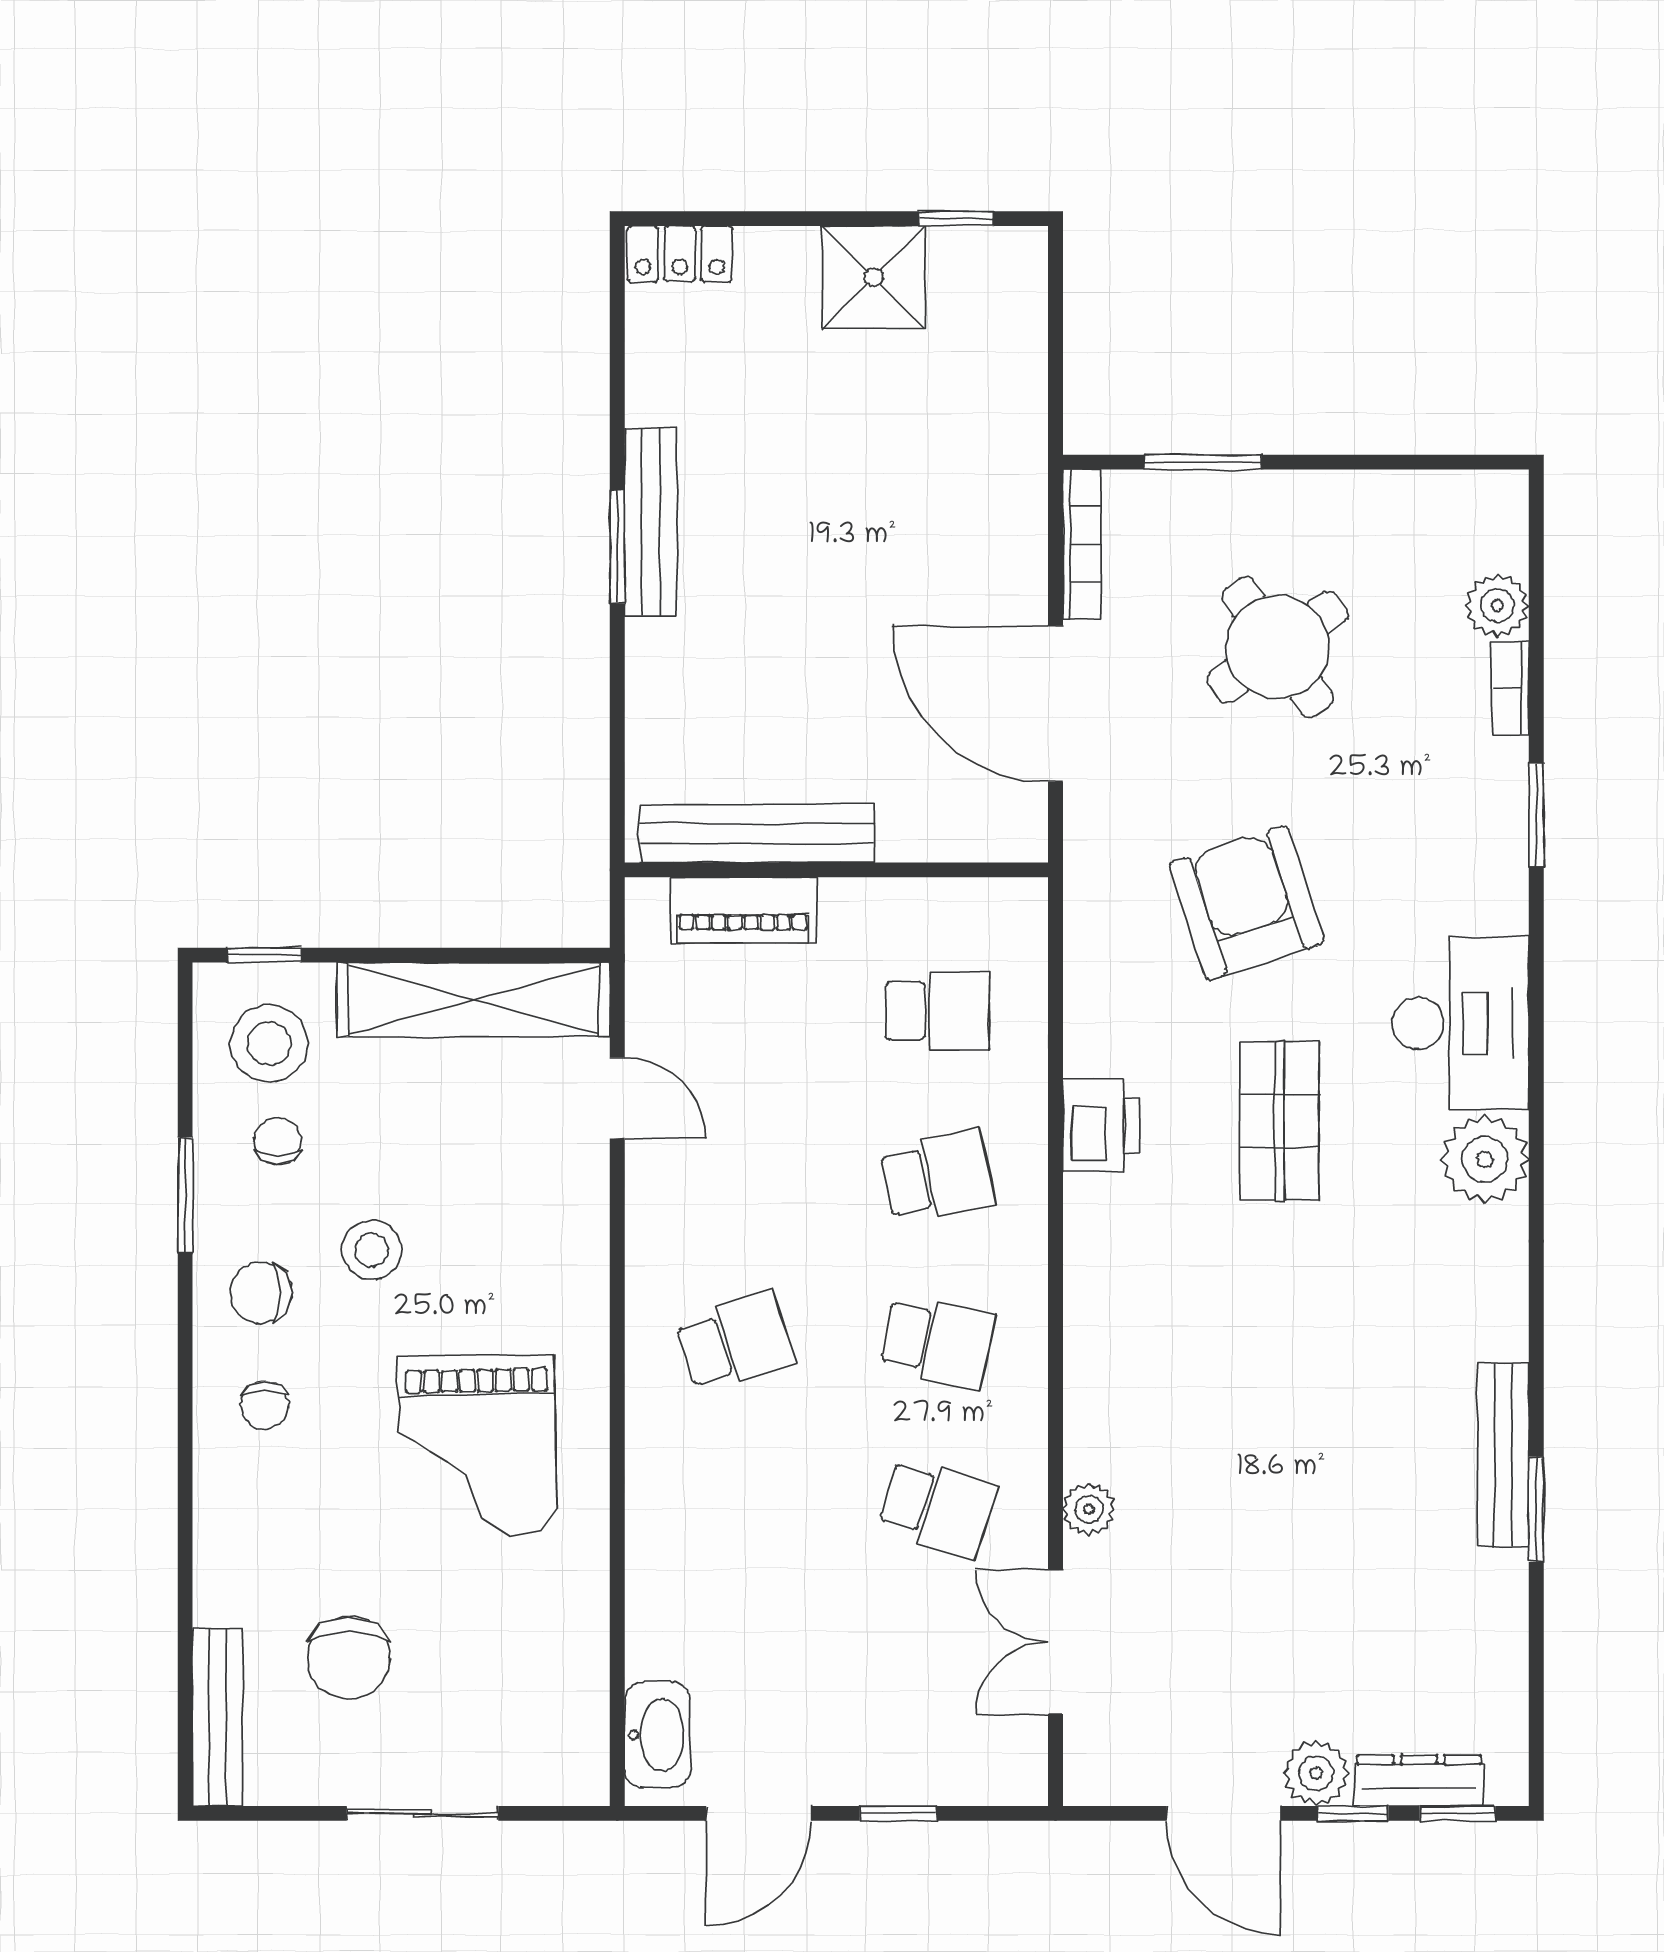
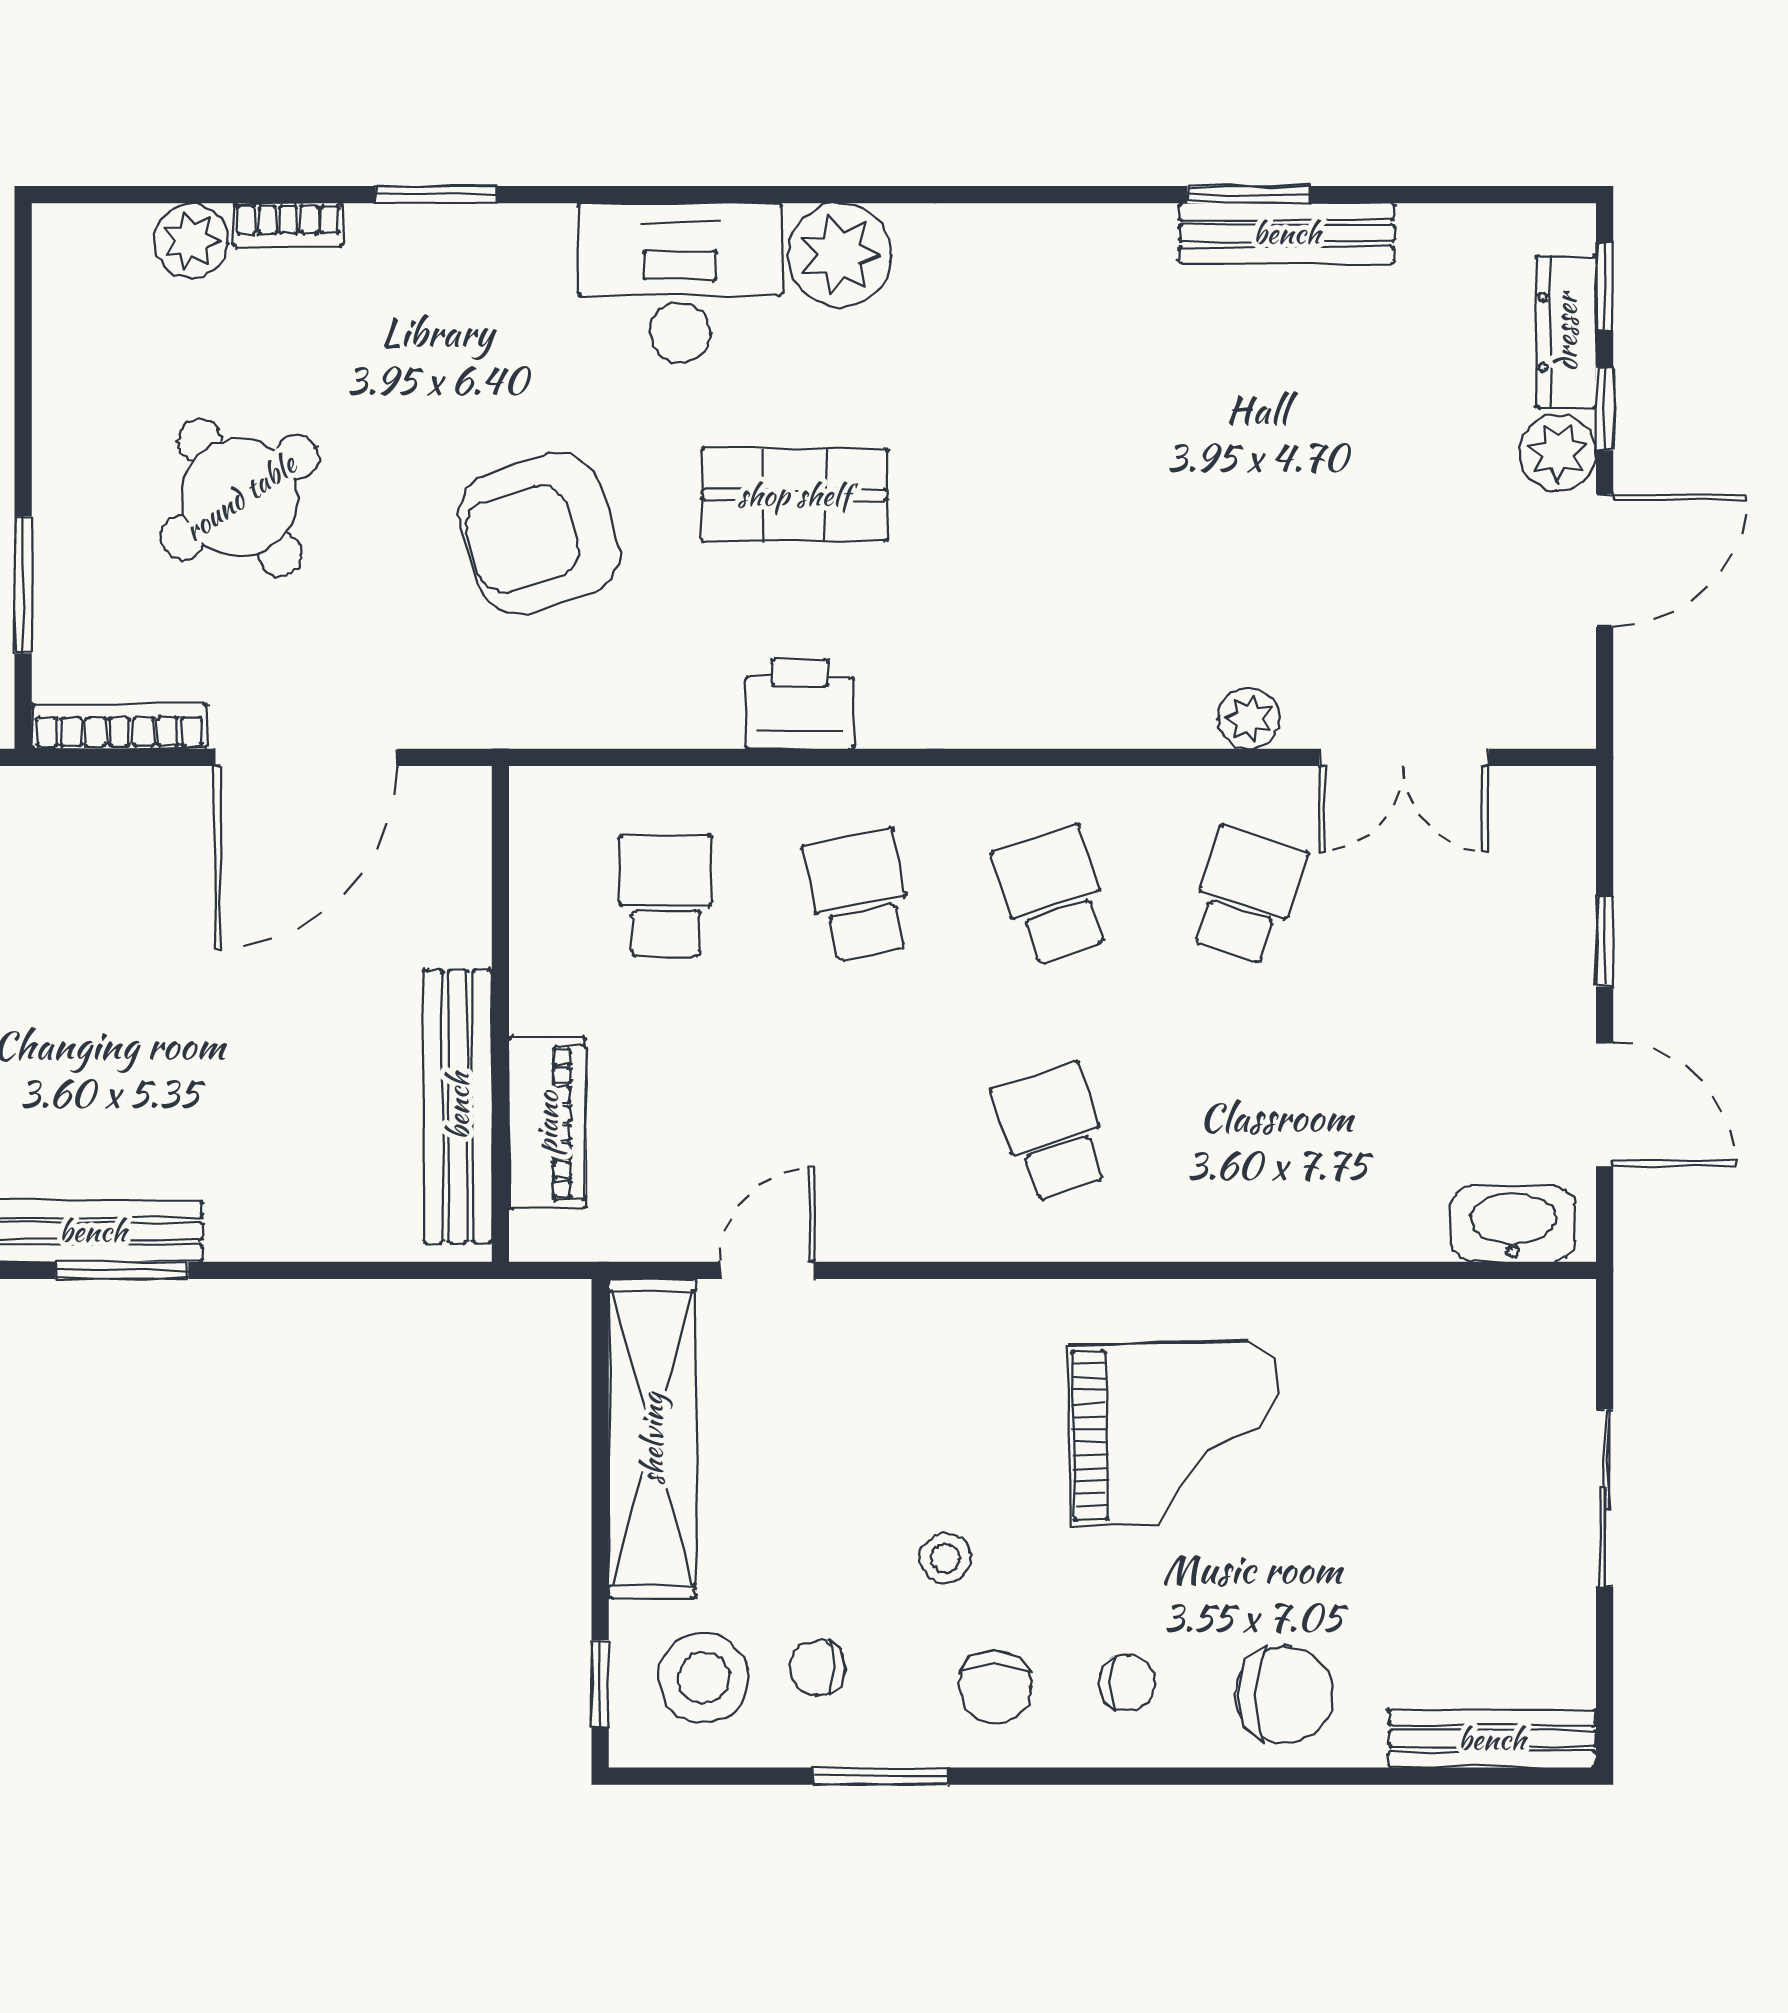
stool: (372, 1250) -> (945, 1558), width x0.73, depth x0.73
school desk: (937, 1342) -> (1053, 896), turned -30
bench: (1503, 1455) -> (1287, 233), moved
chair: (349, 1658) -> (1284, 1695), moved

